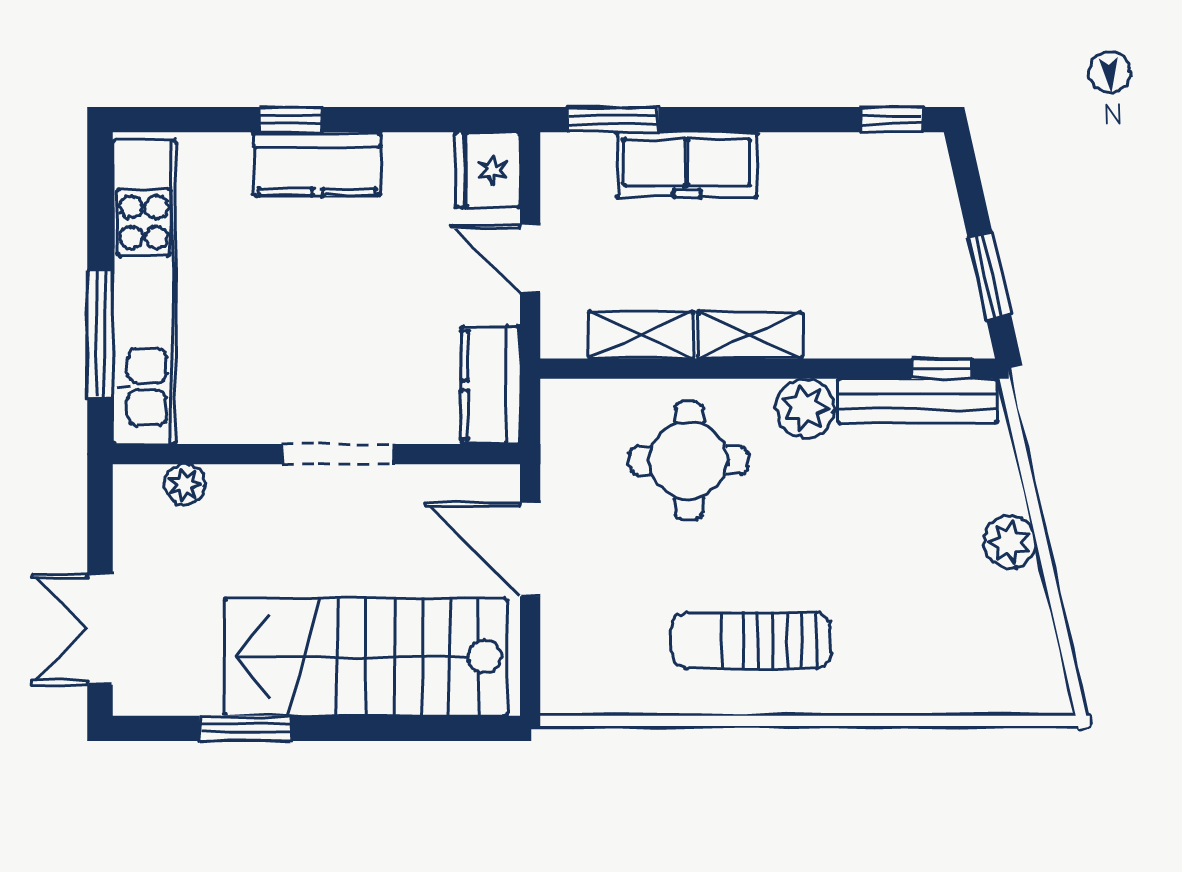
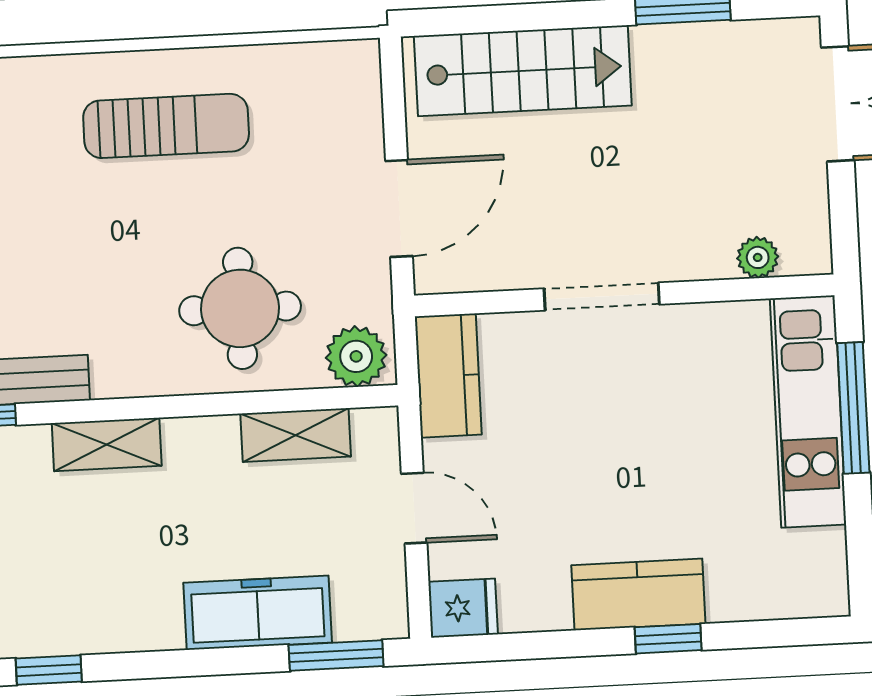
fridge: (488, 170) -> (463, 608), width x0.72
kitchen unit: (144, 292) -> (808, 412), width x0.73
shelving: (750, 335) -> (107, 445), moved
plant: (805, 408) -> (356, 356), moved
door: (530, 549) -> (399, 208), hinge flipped
stairs: (366, 657) -> (523, 71), width x0.73, depth x0.66

